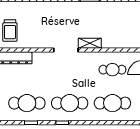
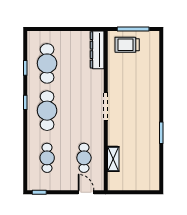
shelving: (90, 43) -> (113, 159), moved
cafe table: (112, 103) -> (47, 158), width x0.73, depth x0.74

